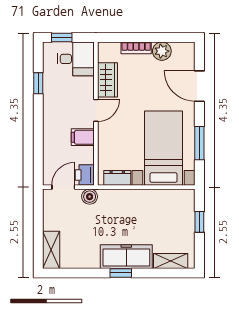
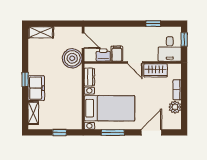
printer: (85, 175) -> (103, 55), moved
boiler: (90, 197) -> (72, 58), width x1.86, depth x1.86
freezer: (126, 257) -> (36, 88), width x0.71

